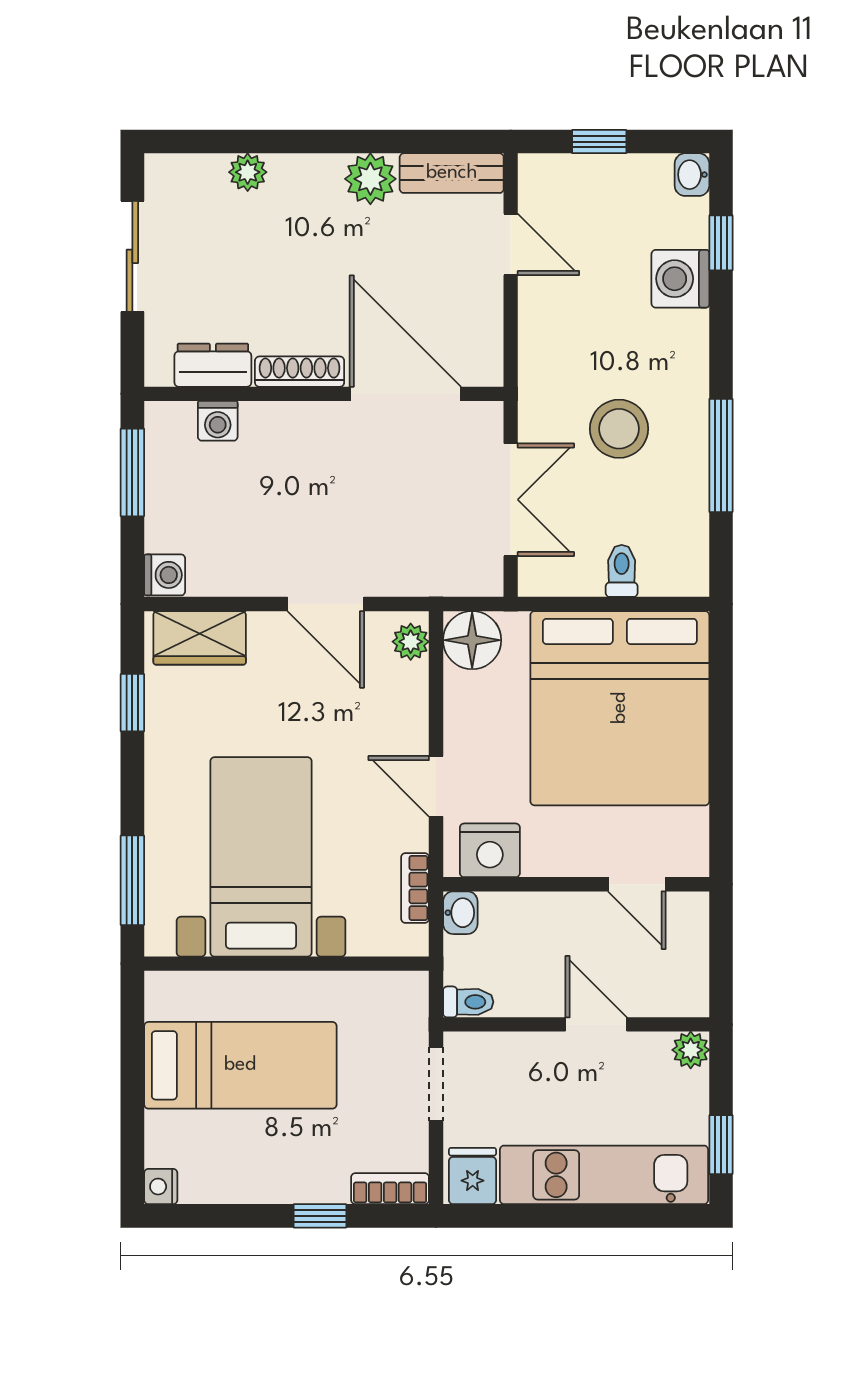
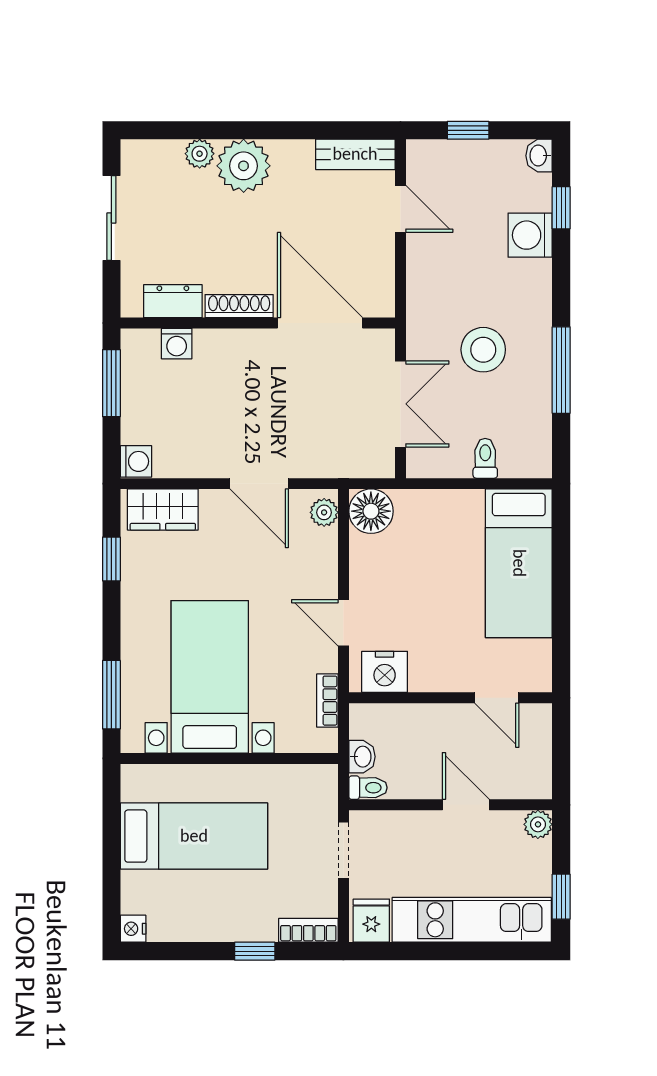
plant: (370, 179) -> (244, 166), moved, width x1.36, depth x1.36
bed: (620, 708) -> (519, 563), width x0.49
washbasin: (460, 913) -> (362, 757), moved

